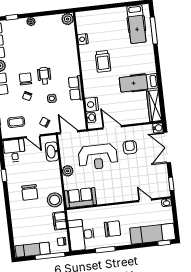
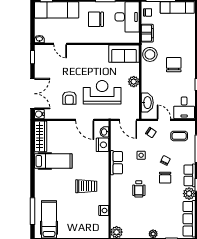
trolley: (103, 61) -> (86, 186), turned 90
wheelchair: (44, 76) -> (139, 189), moved

